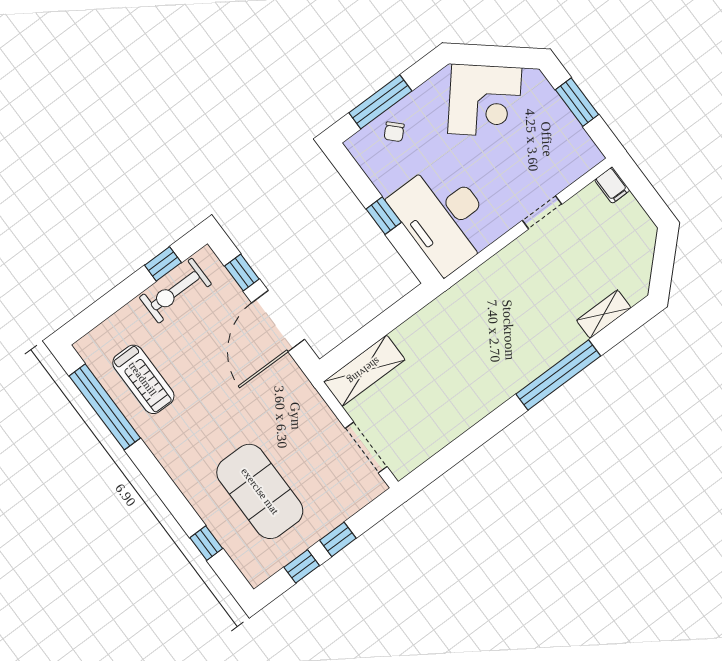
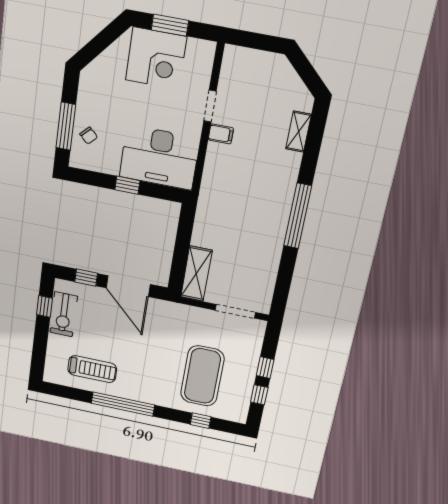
corner desk: (485, 101) -> (156, 58), moved, turned 50
filing cabinet: (612, 185) -> (221, 134), moved
window: (558, 375) -> (298, 216), moved
window: (105, 407) -> (123, 404), moved
exercise mat: (260, 491) -> (202, 376), turned 90

